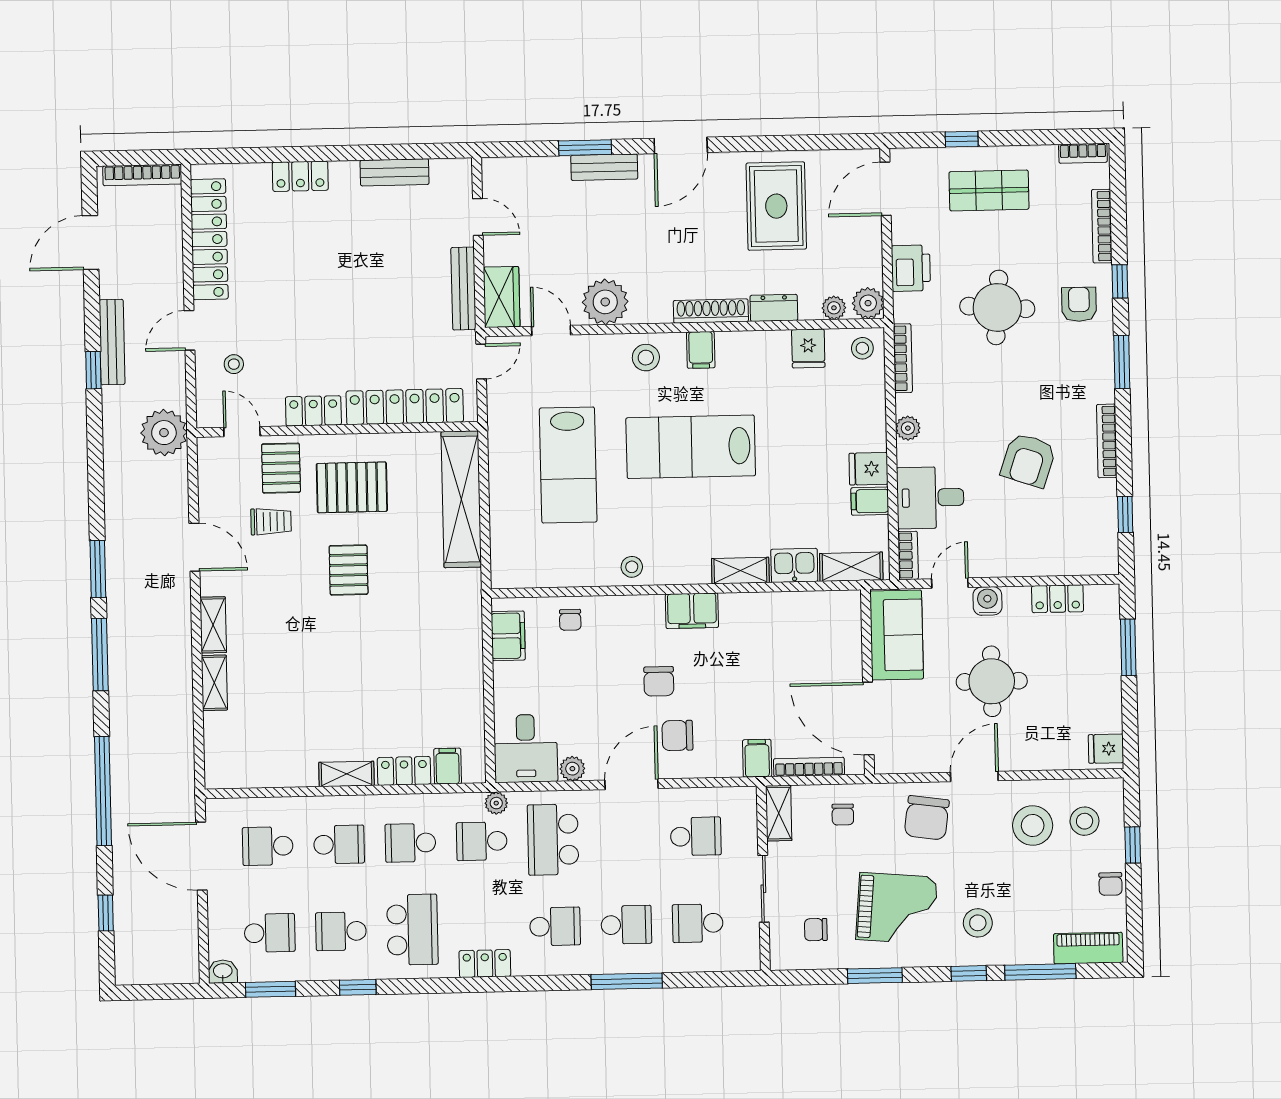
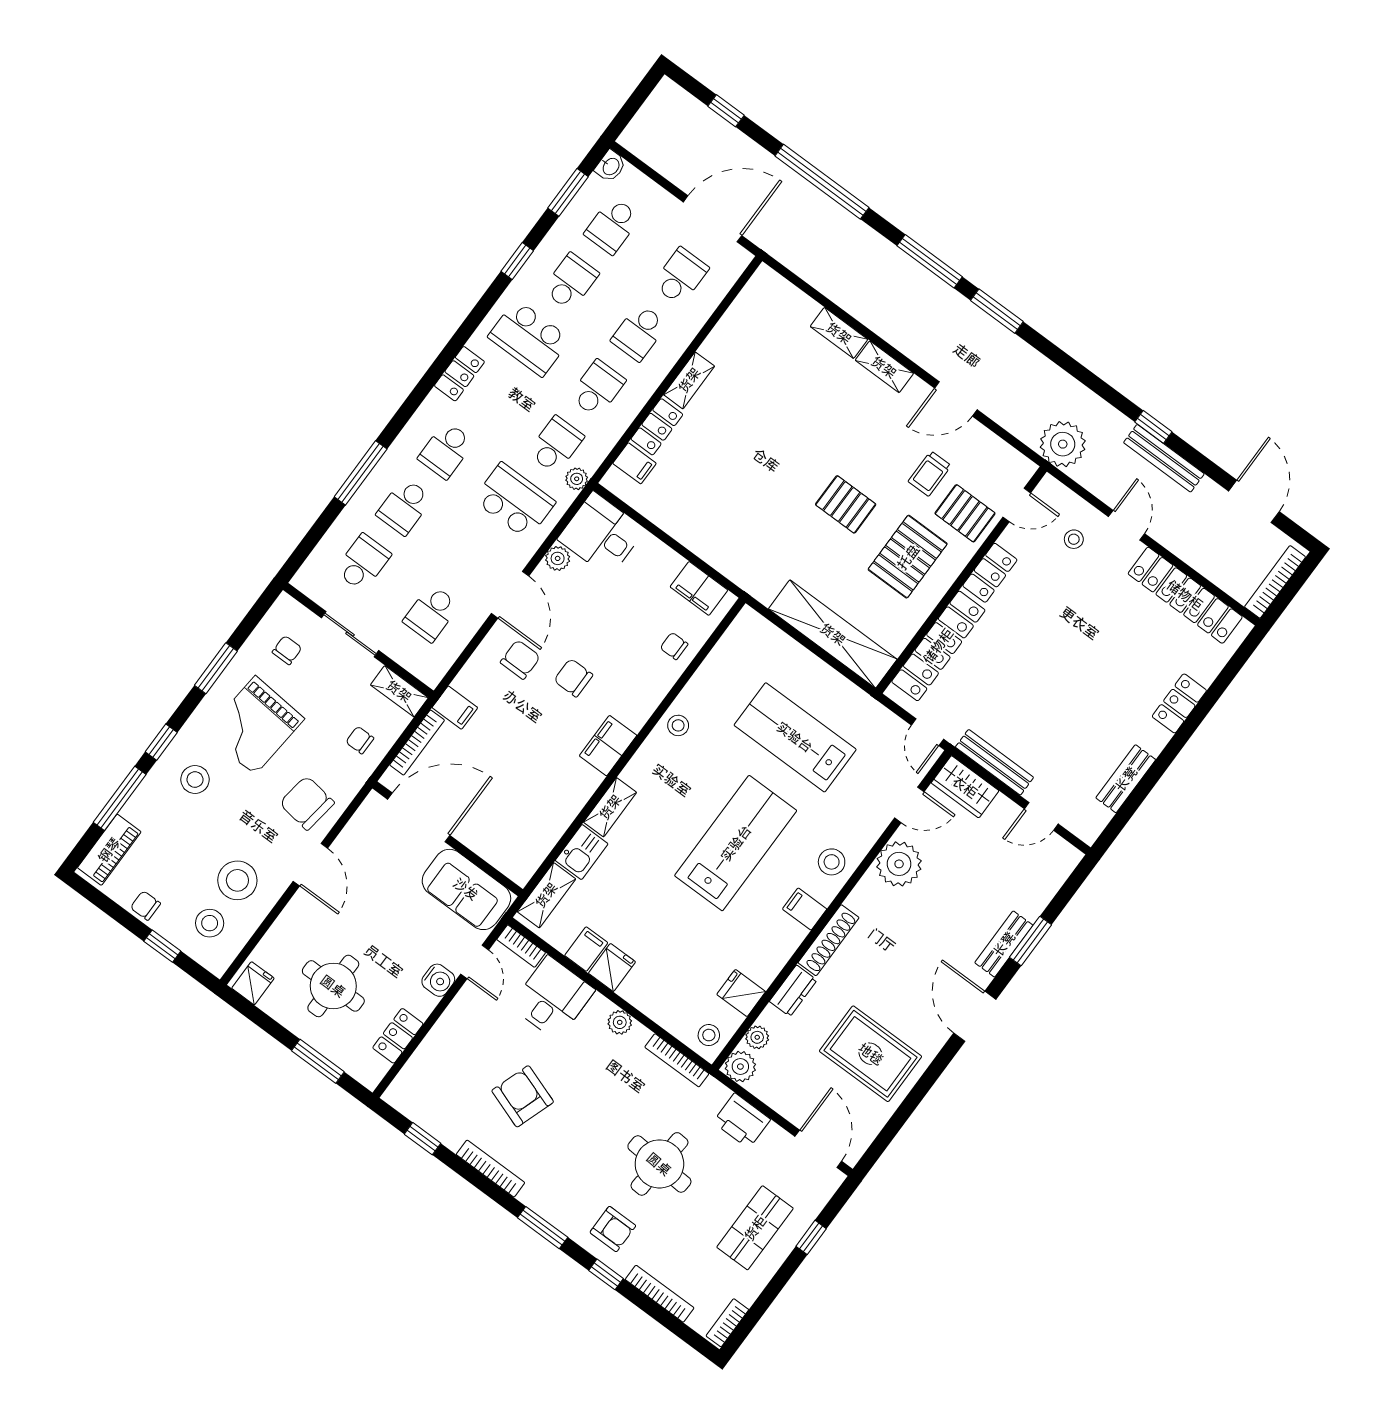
round table: (992, 681) -> (333, 986), moved

